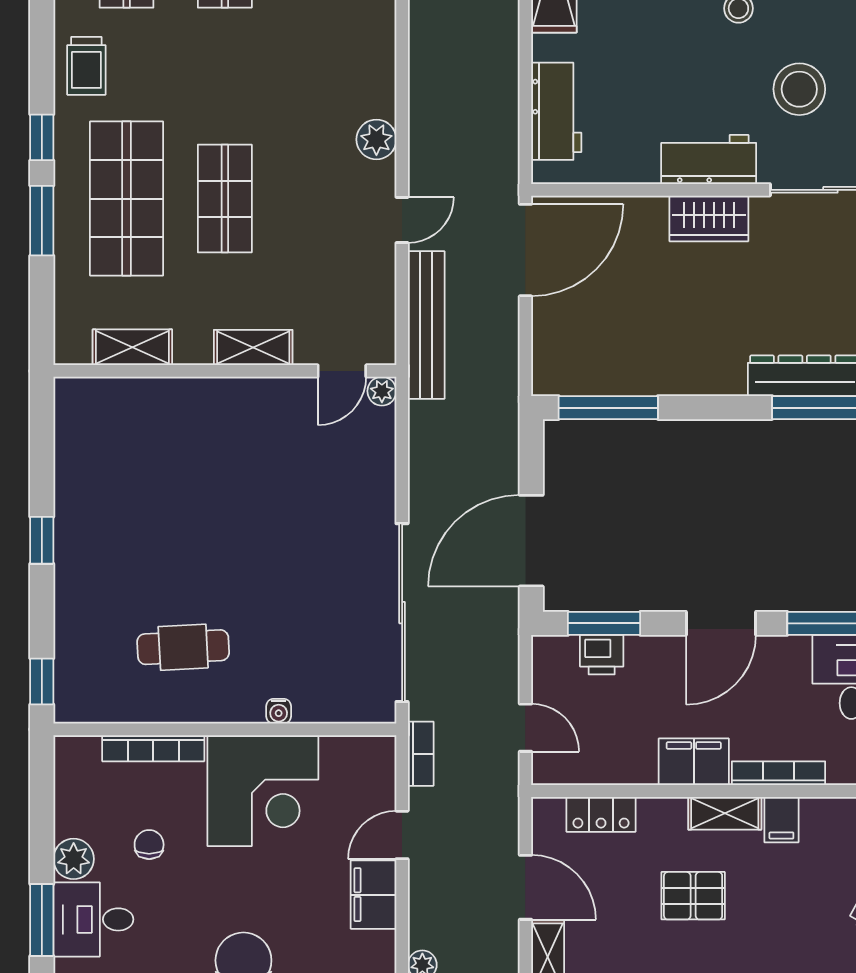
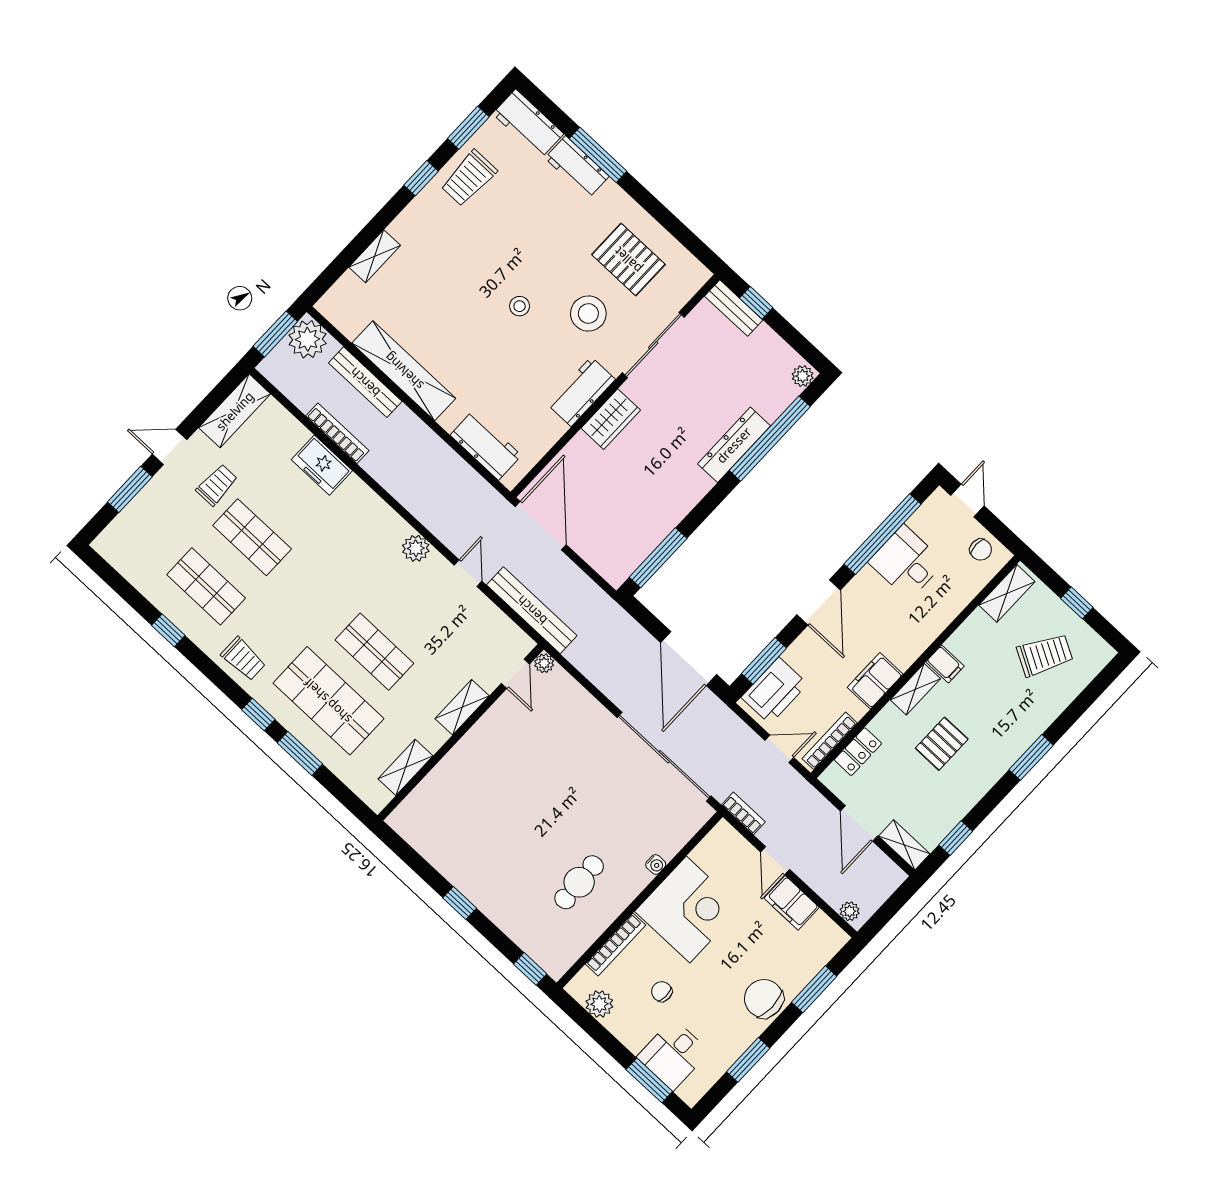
printer: (602, 655) -> (774, 691), width x1.87, depth x1.48
bookcase: (779, 773) -> (830, 741), moved
plant: (74, 859) -> (599, 1004), moved
door: (525, 887) -> (859, 823), swing flipped

